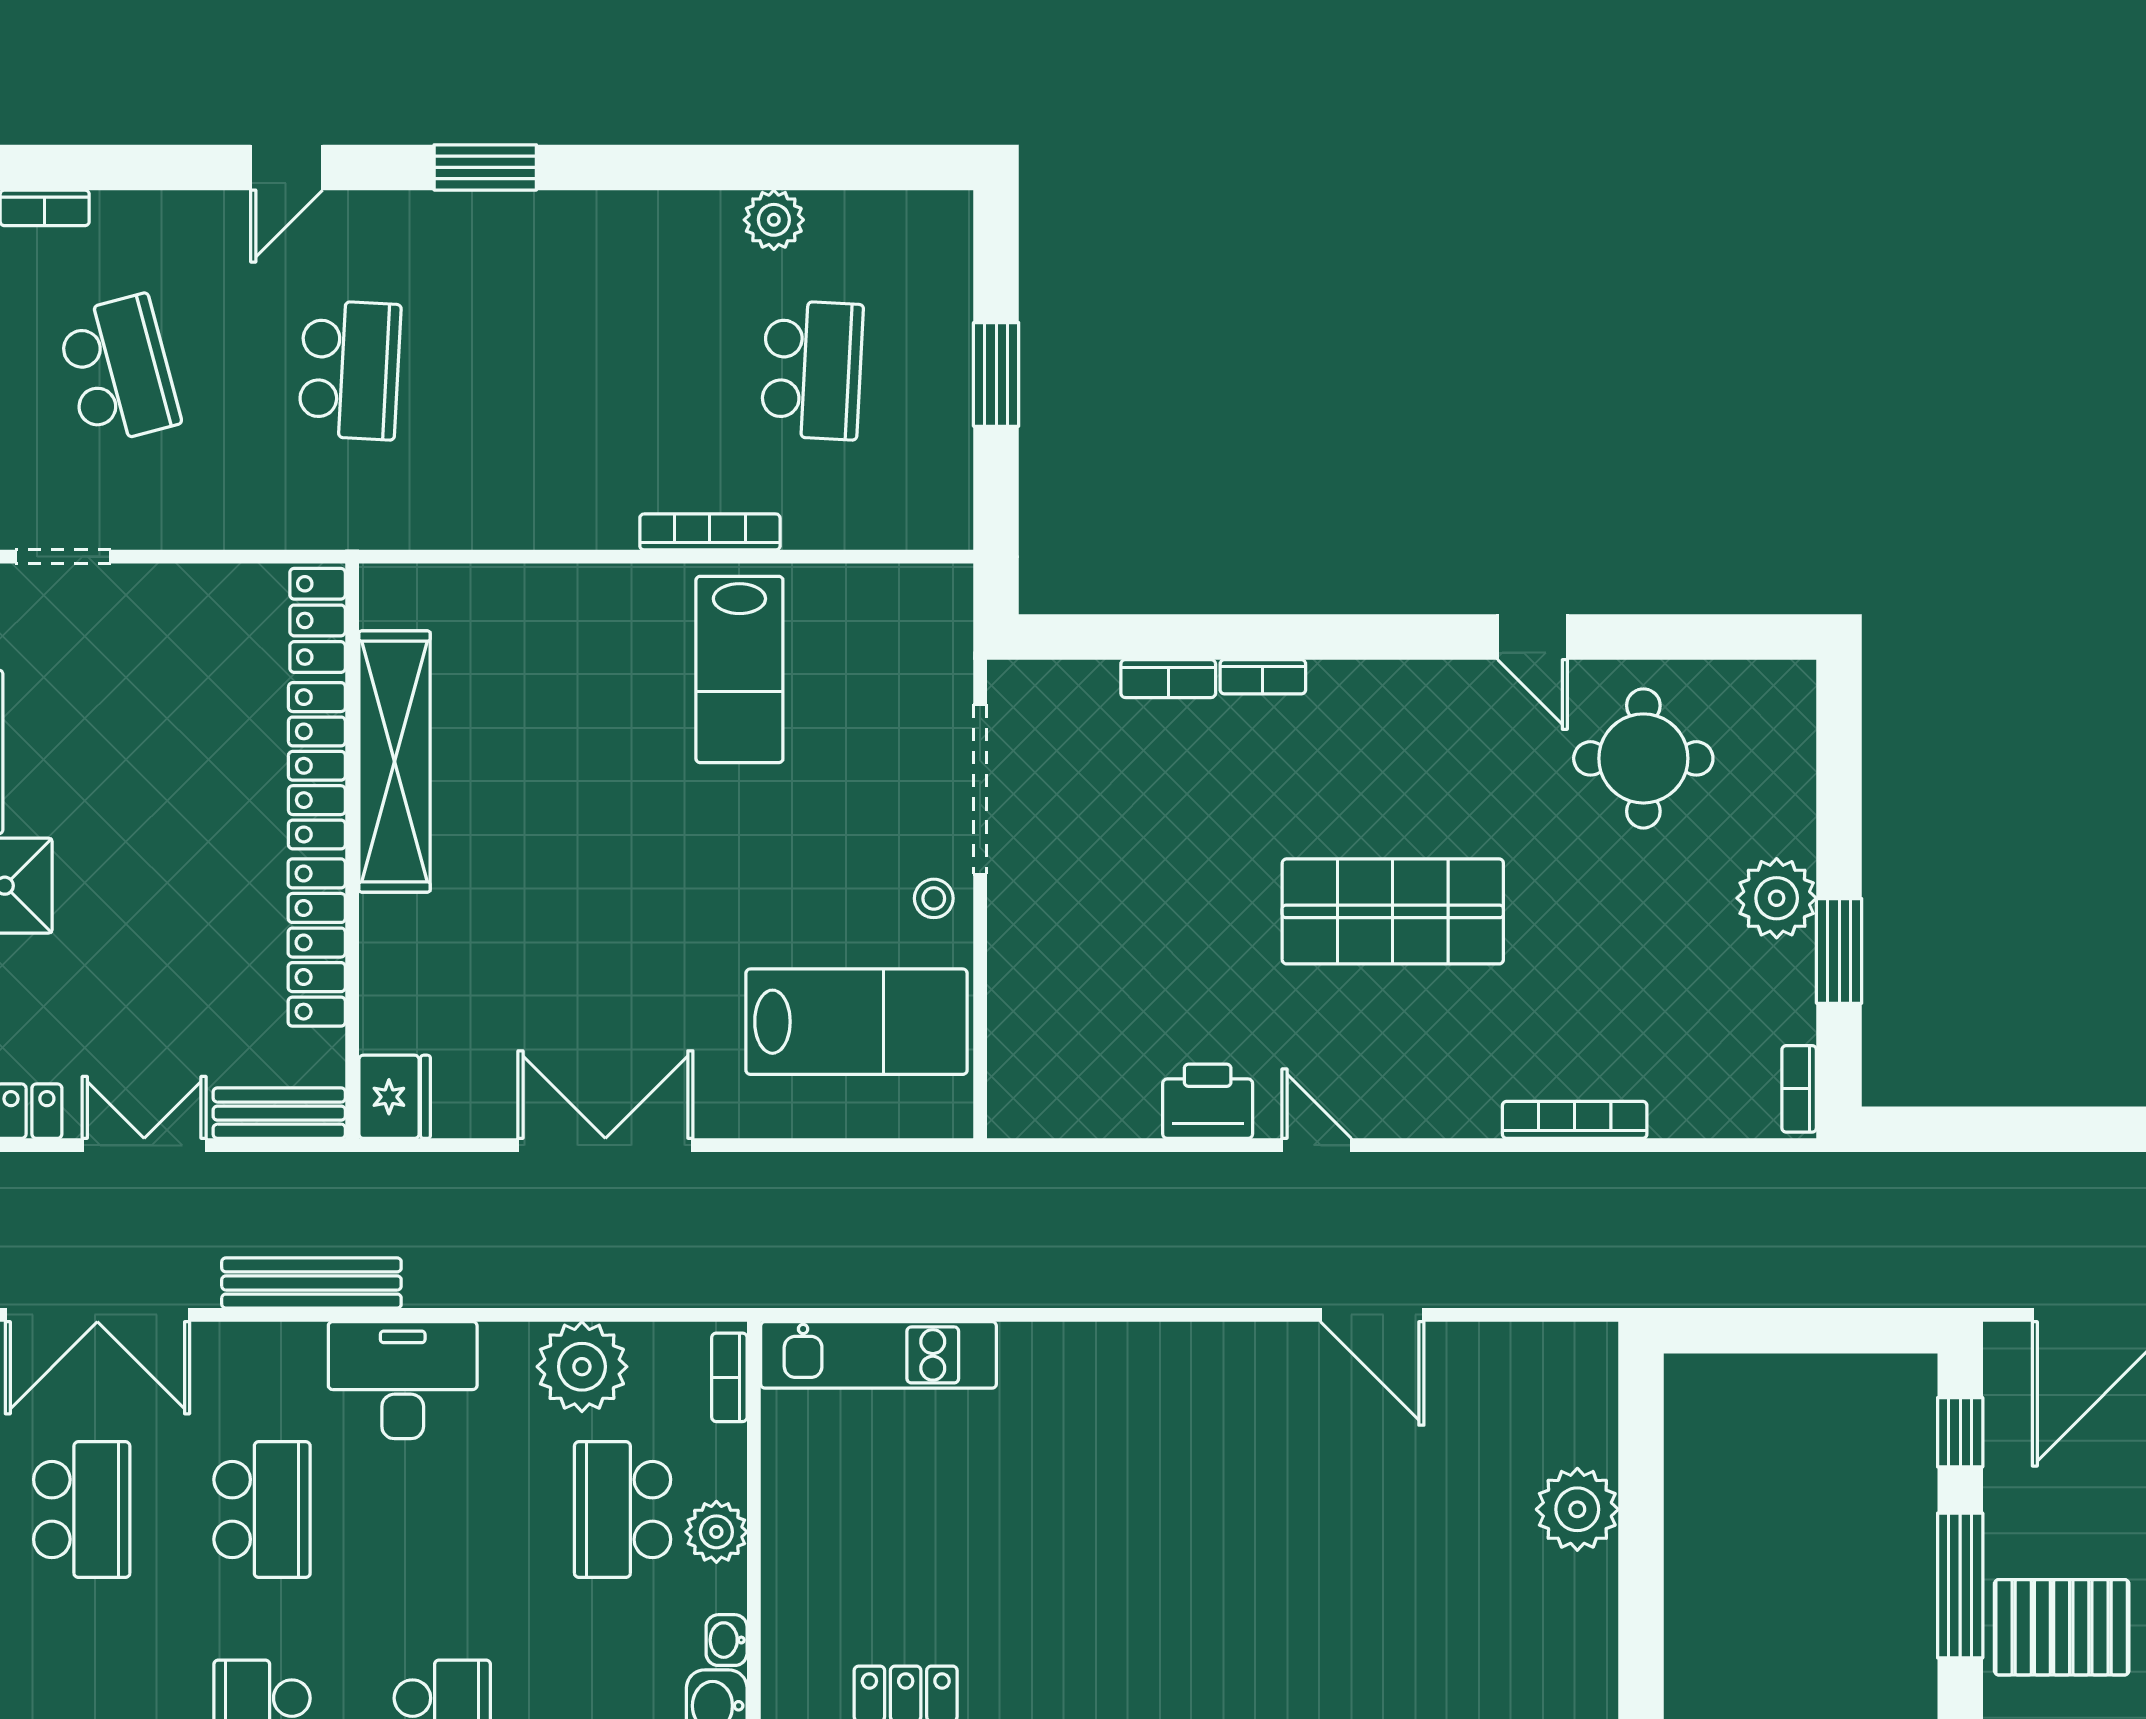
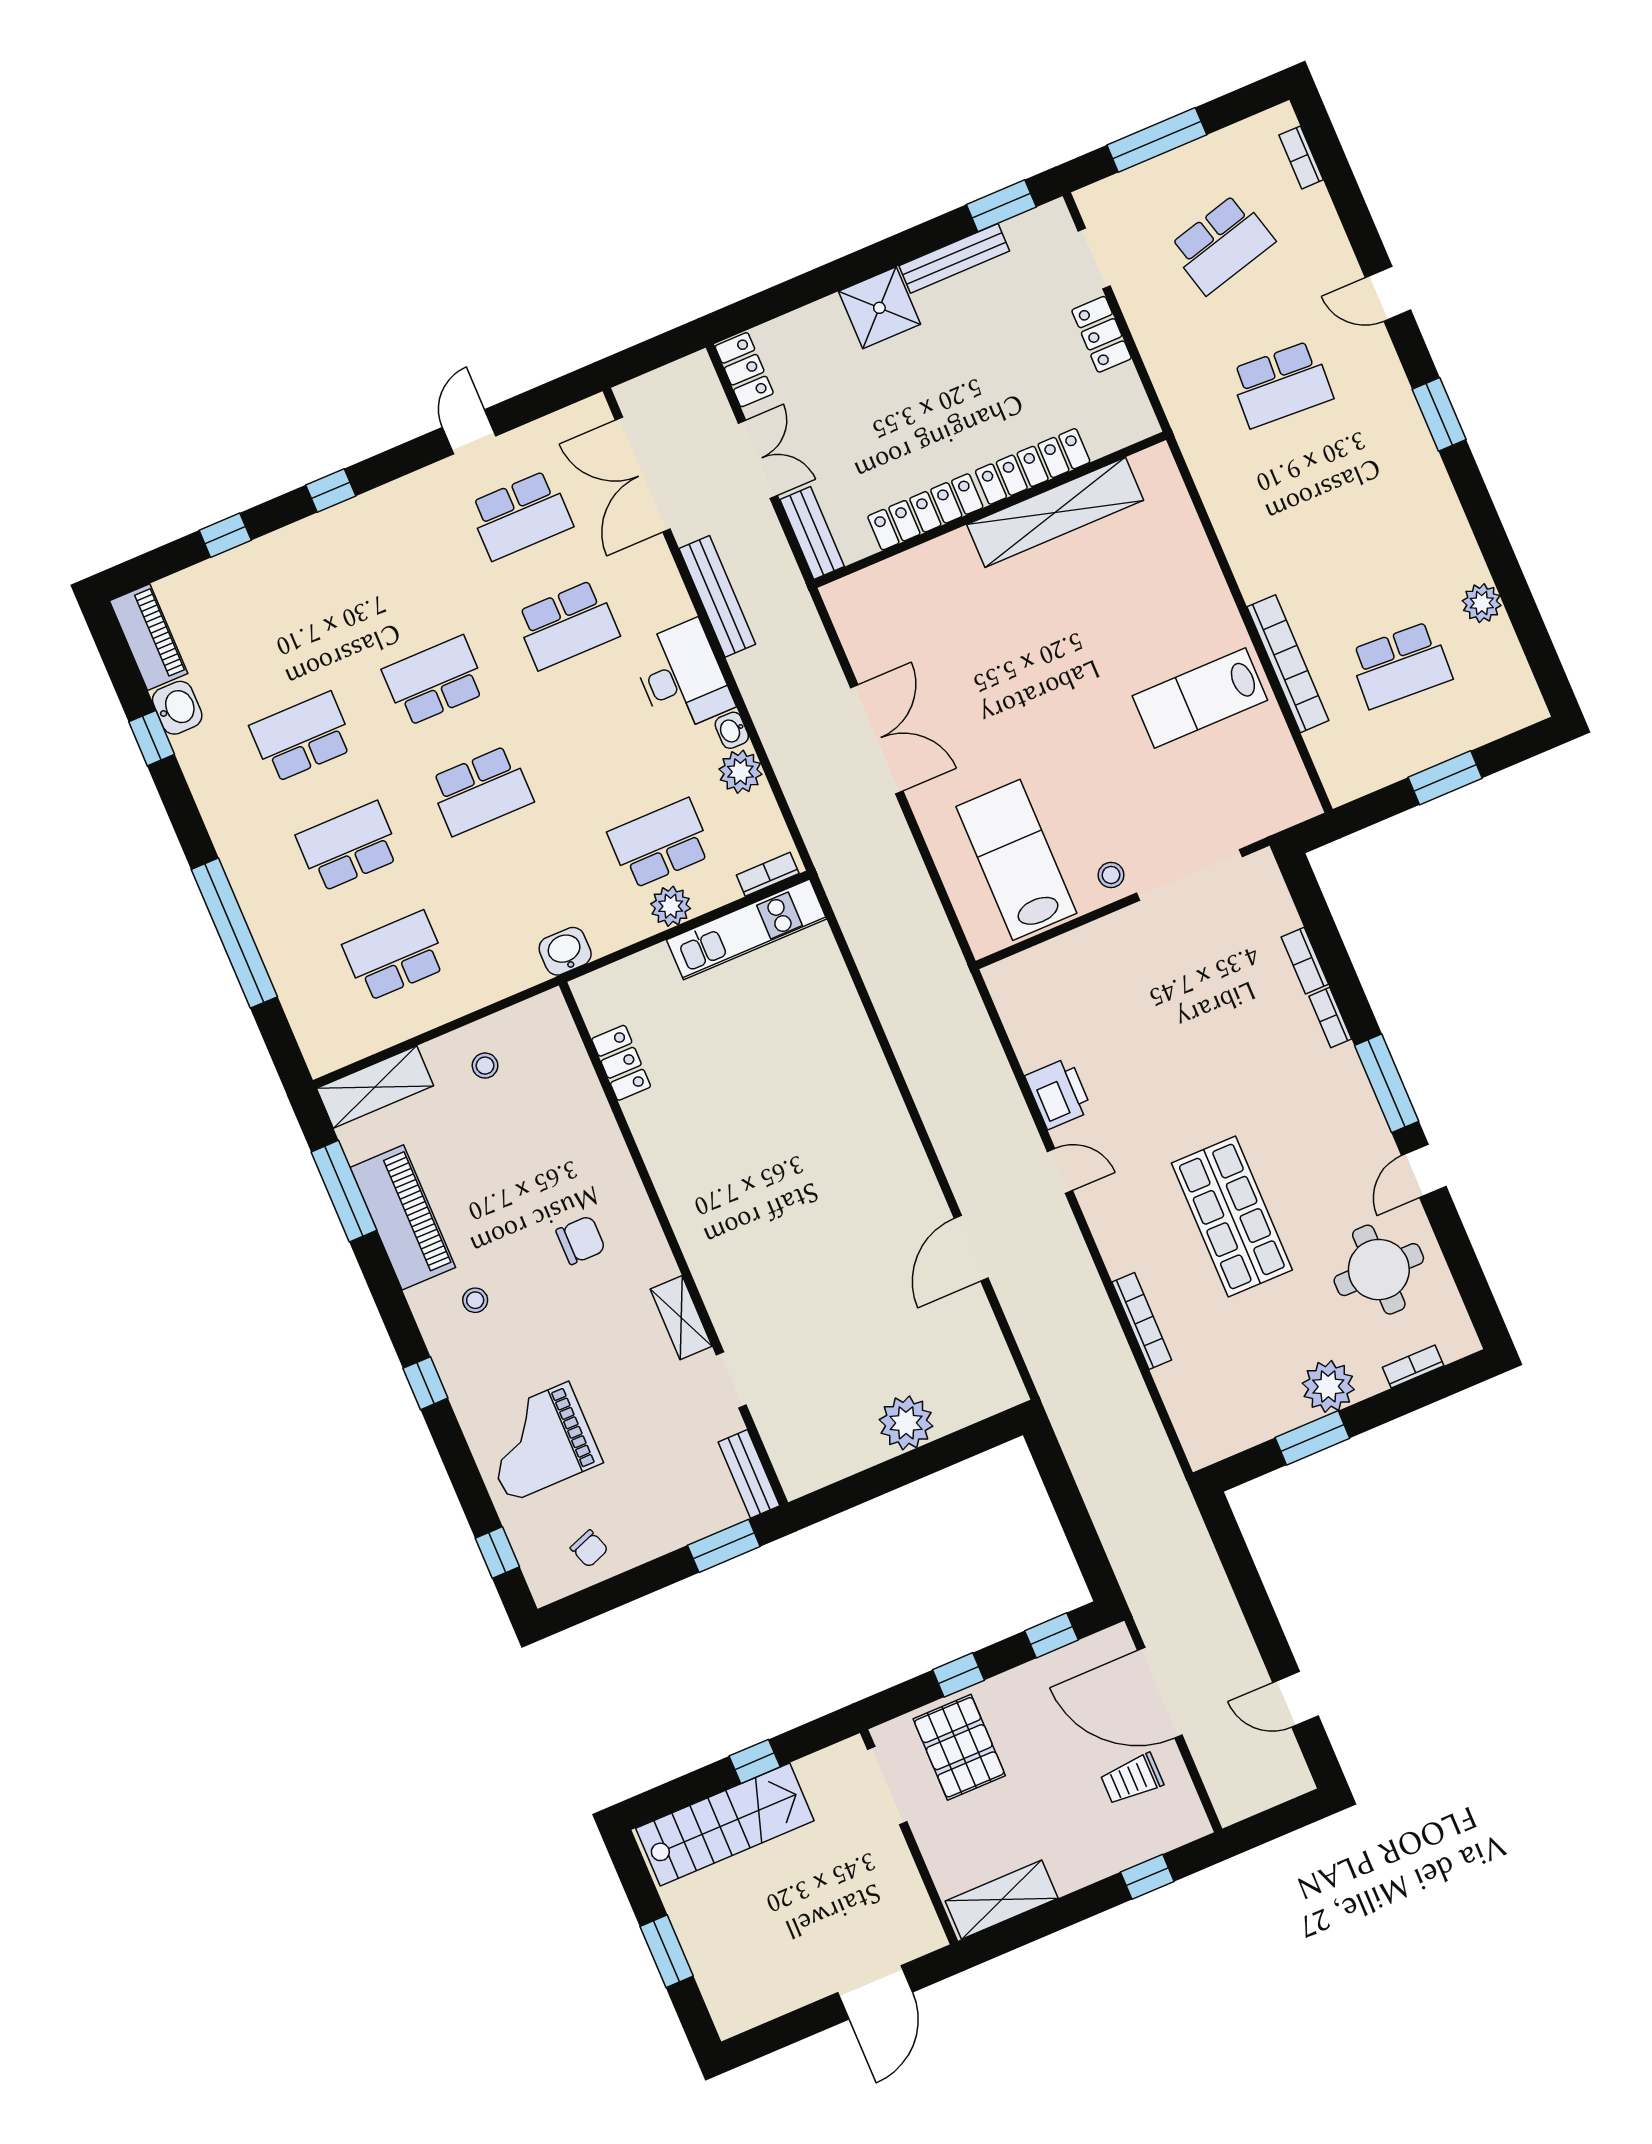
bookcase: (710, 532) -> (1288, 664), width x1.48, depth x1.31
locker: (318, 620) -> (1102, 334), moved, turned -90
window: (1388, 637) -> (1387, 1083), added
shop shelf: (1393, 911) -> (1232, 1216), moved
lab bench: (857, 1022) -> (1016, 860), turned 180
bookcase: (1799, 1089) -> (1413, 1367), moved
fridge: (395, 1097) -> (852, 599), removed
door: (1317, 1145) -> (1060, 1171), hinge flipped
kitchen unit: (879, 1355) -> (747, 929), moved, turned -90
plant: (582, 1367) -> (740, 772), width x0.73, depth x0.73
window: (1960, 1586) -> (958, 1675), width x0.46
washbasin: (727, 1640) -> (732, 730), moved, turned -90

